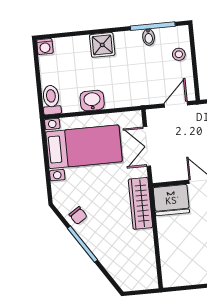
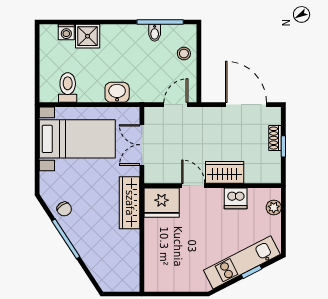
shower: (102, 45) -> (88, 36), moved
washing machine: (45, 46) -> (66, 32), moved
toilet: (51, 100) -> (68, 88), moved
washbasin: (92, 101) -> (117, 92), moved

